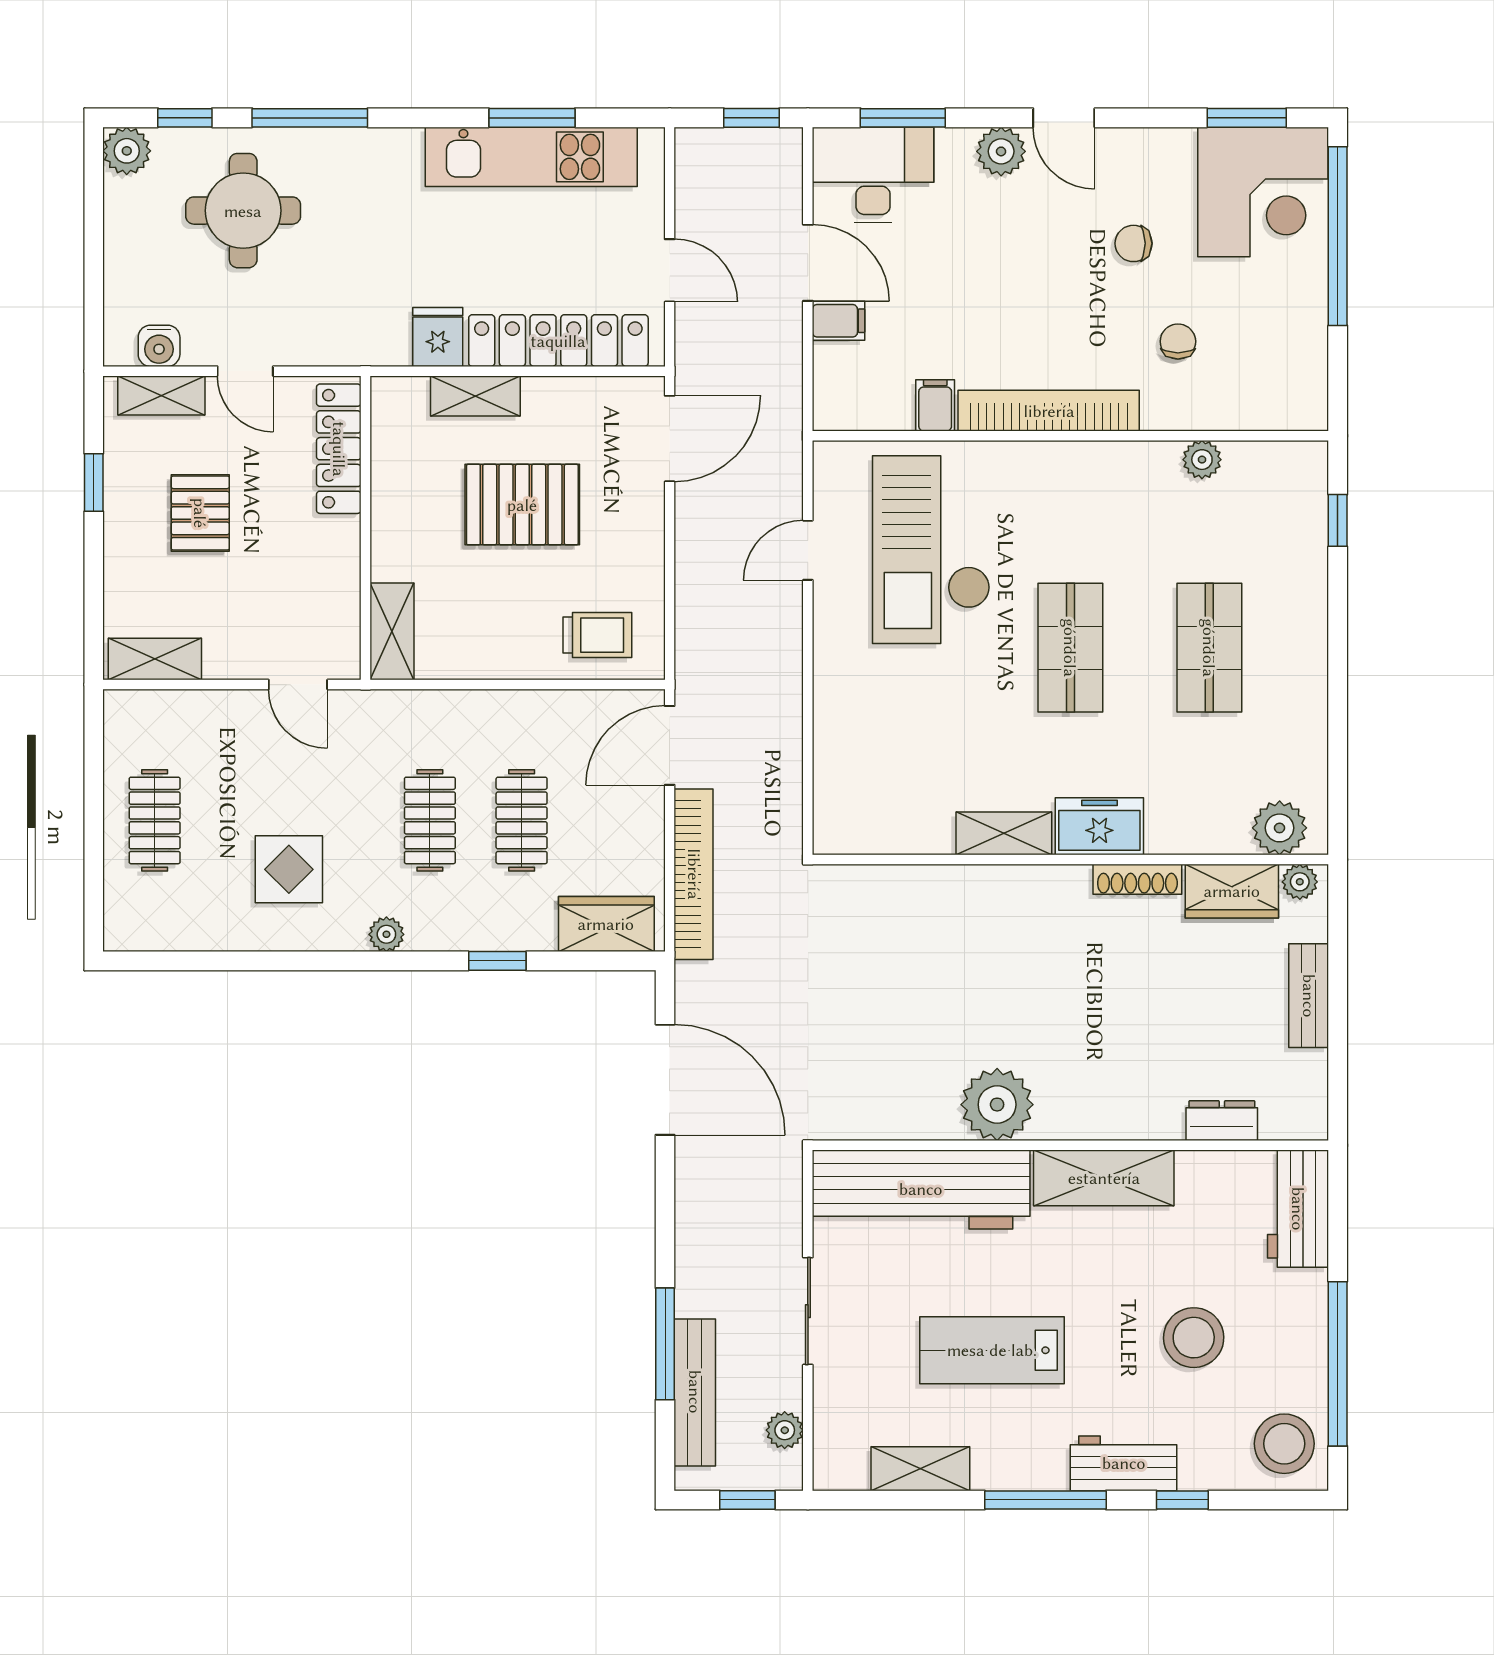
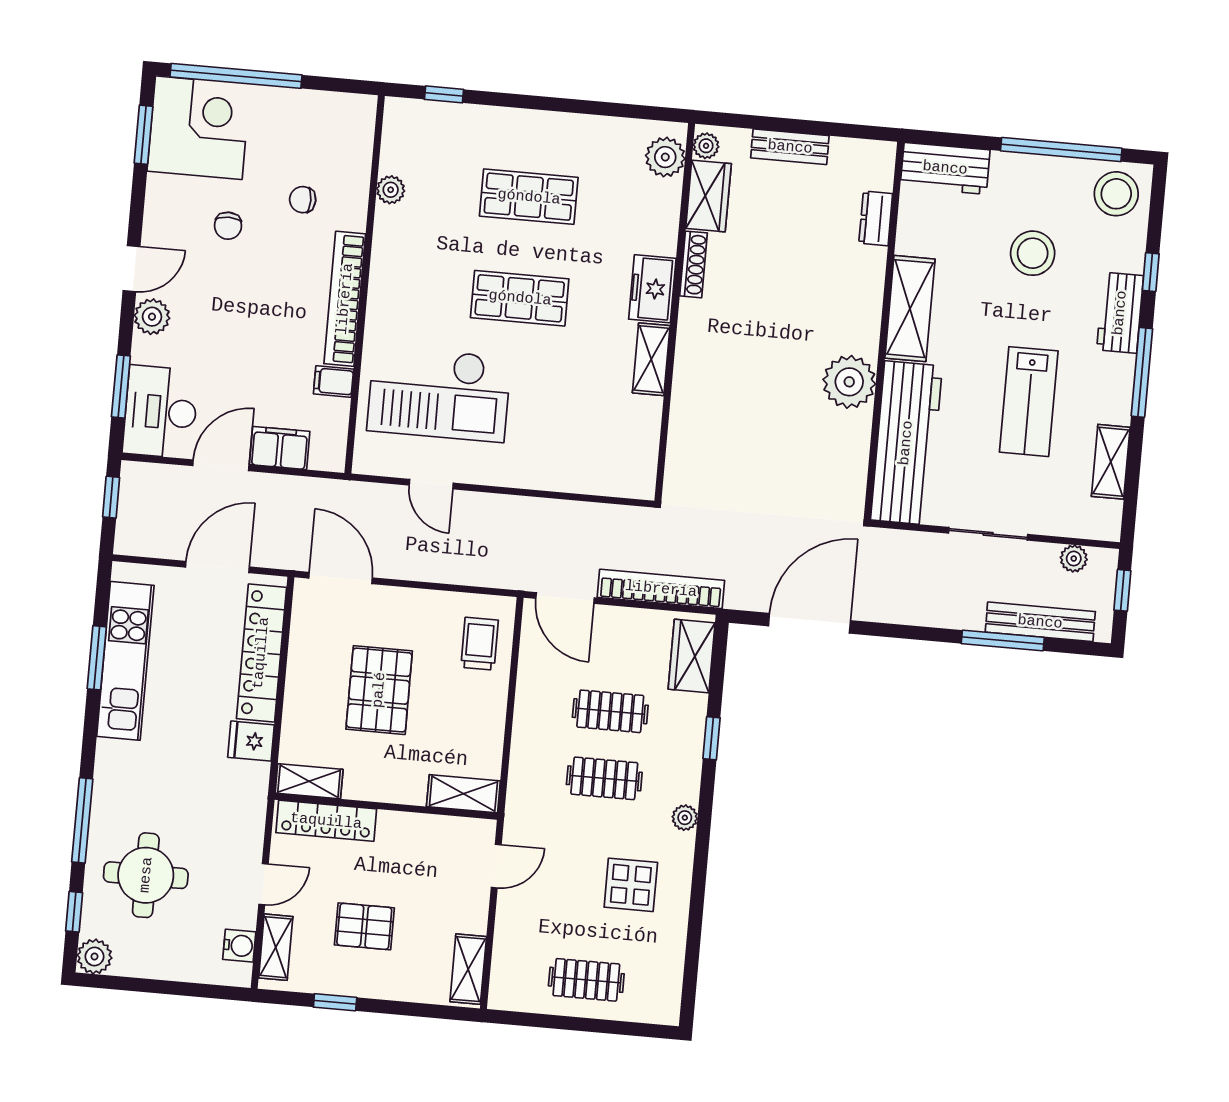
door: (670, 270) -> (217, 567), width x1.38
filing cabinet: (839, 321) -> (280, 448), width x2.00
shelving: (475, 396) -> (309, 781), moved, turned 90

